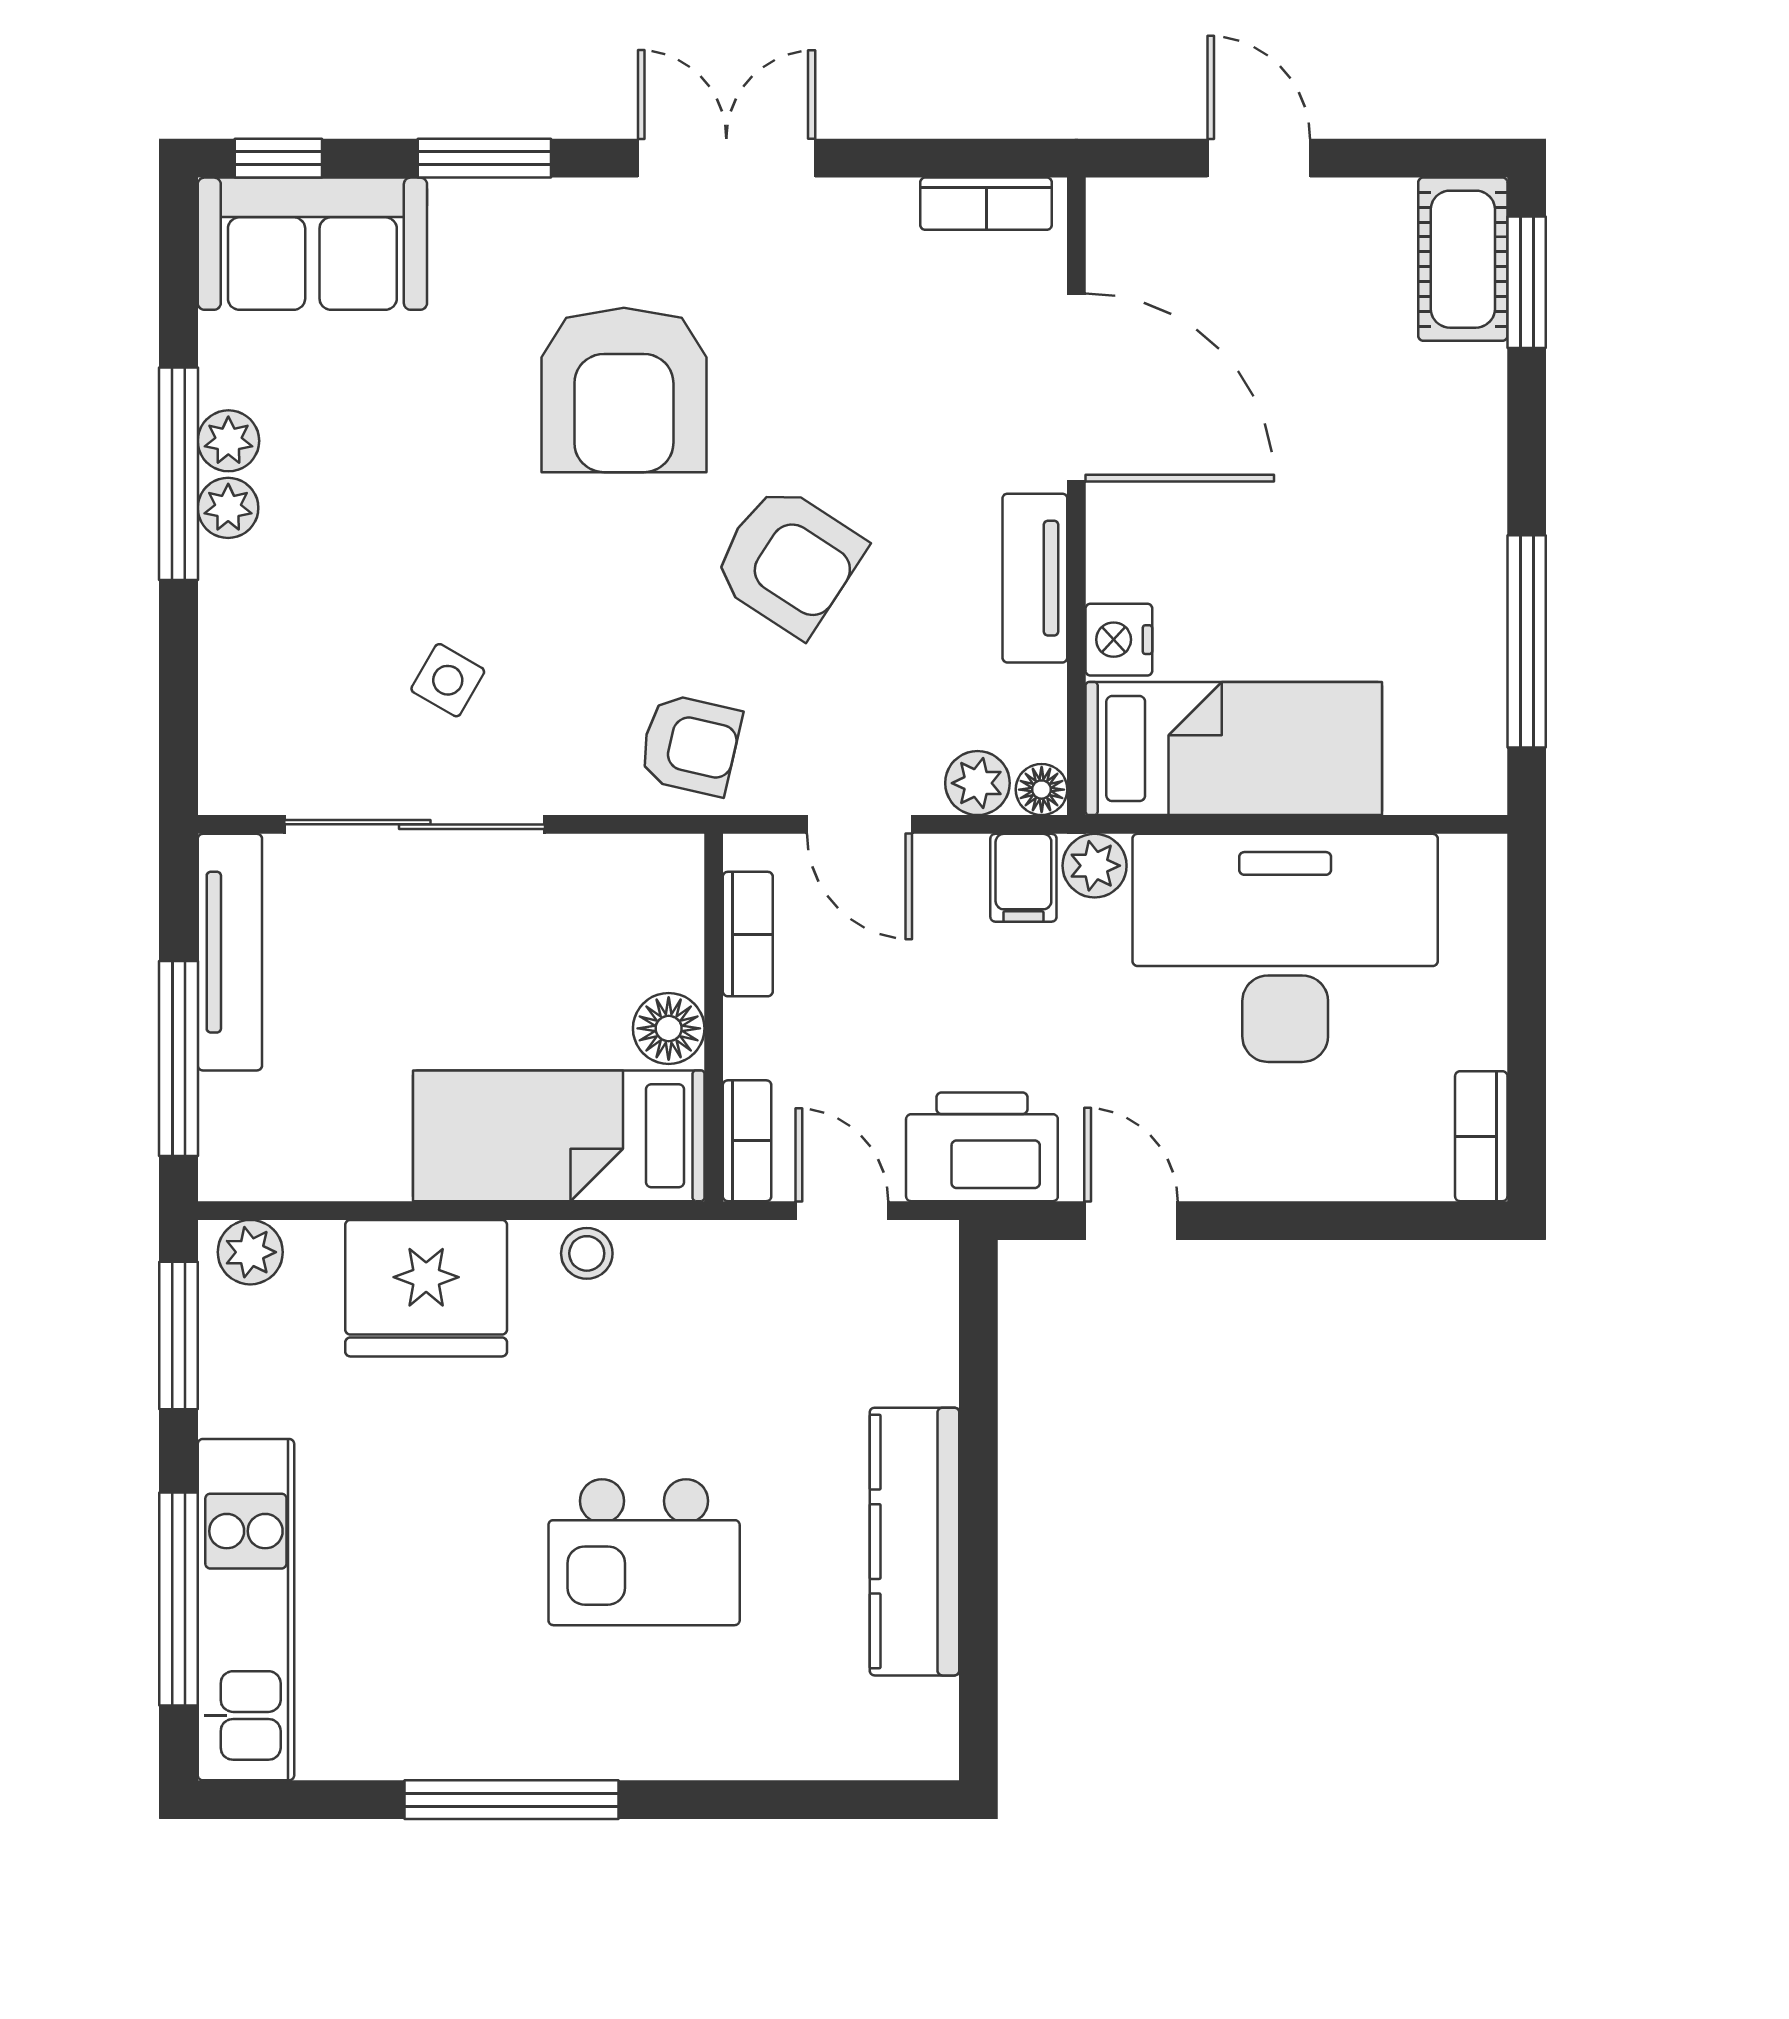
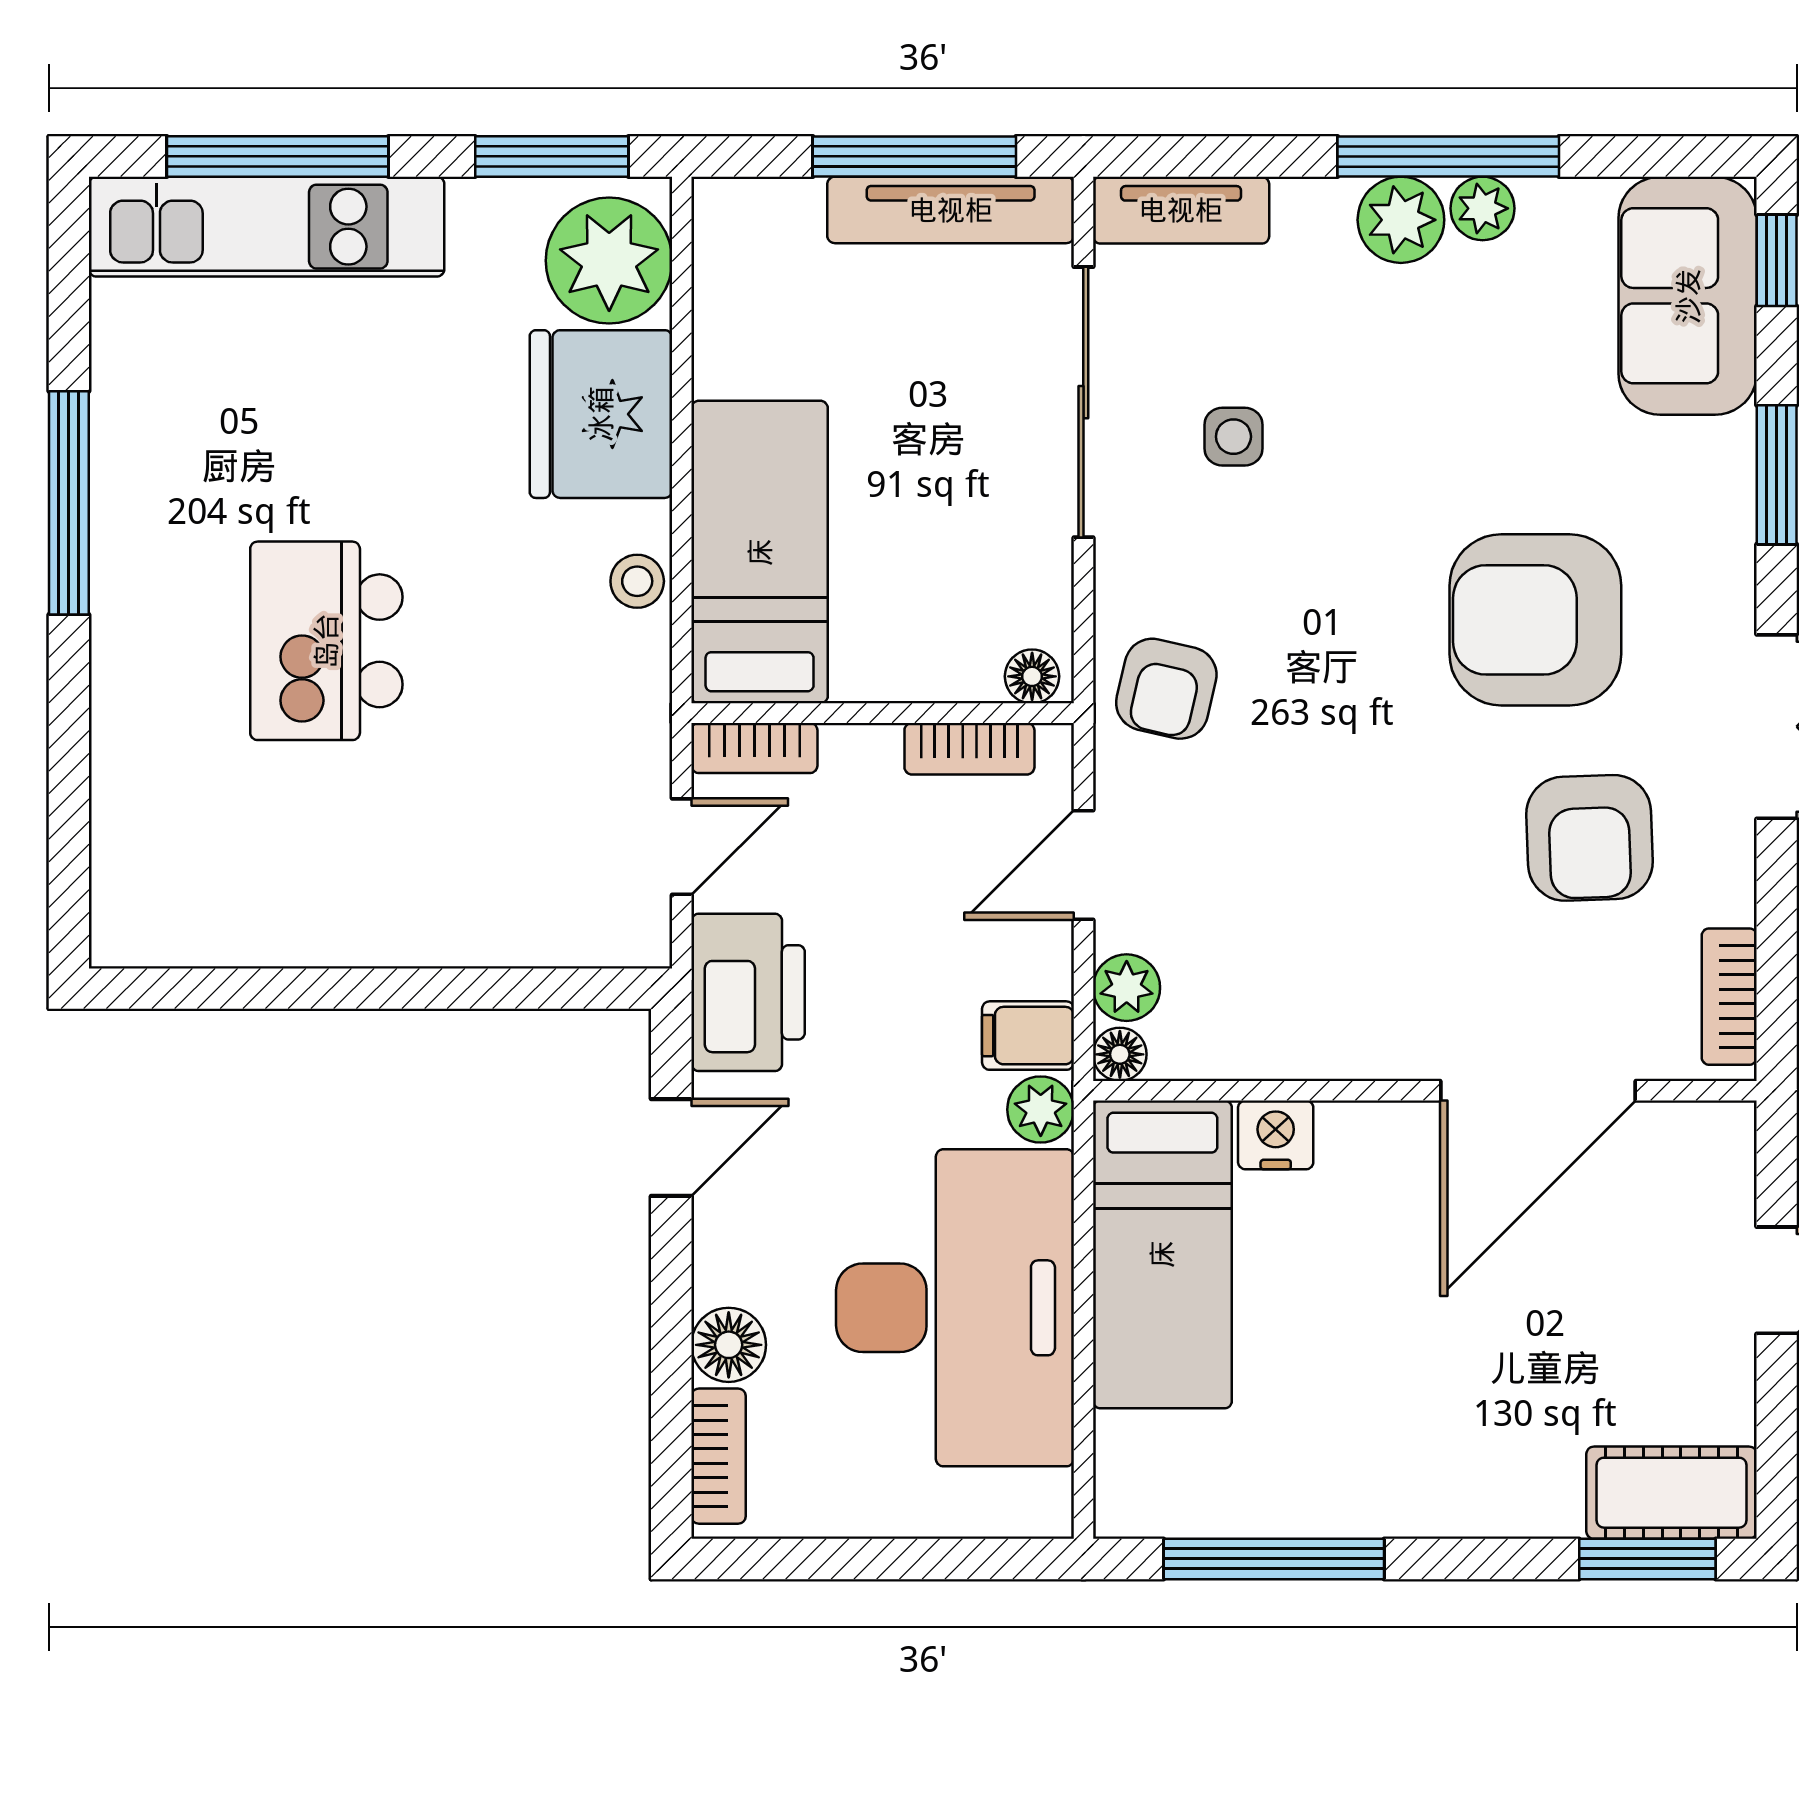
plant: (228, 508) -> (1401, 220), width x1.38, depth x1.38
armchair: (788, 561) -> (1590, 838), moved, turned -35
tv unit: (1035, 578) -> (1181, 210), moved, turned 180
side table: (448, 680) -> (1233, 437), turned -30
floor lamp: (669, 1028) -> (1032, 676), moved, width x0.73, depth x0.73
window: (178, 1059) -> (914, 156), moved
bookcase: (1481, 1136) -> (718, 1456), moved, turned 90
floor lamp: (1321, 1165) -> (729, 1345), added
plant: (250, 1252) -> (609, 261), width x1.87, depth x1.87
kitchen counter: (914, 1542) -> (337, 922), removed

